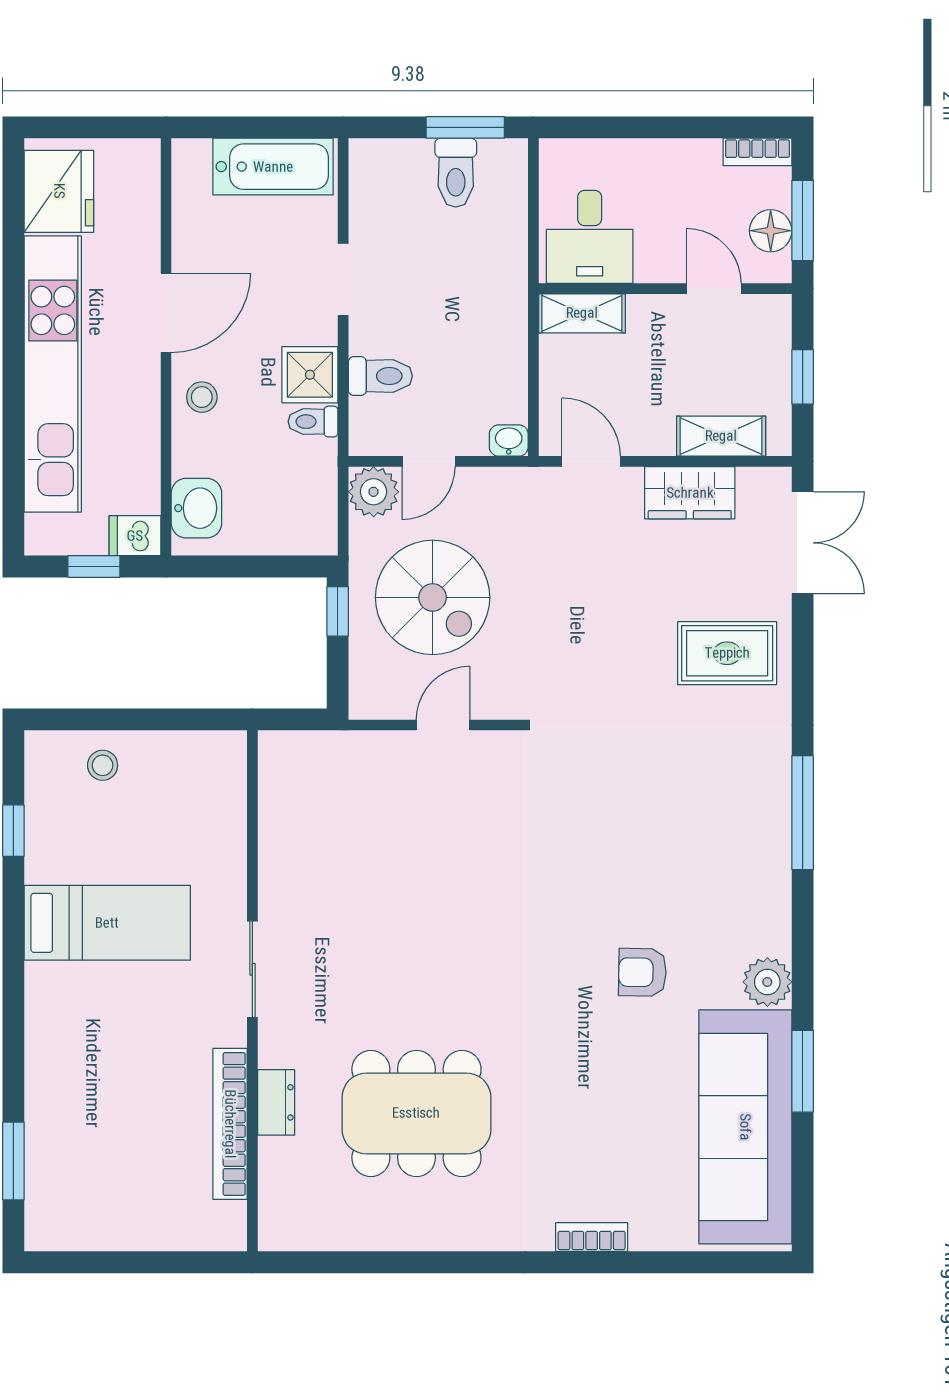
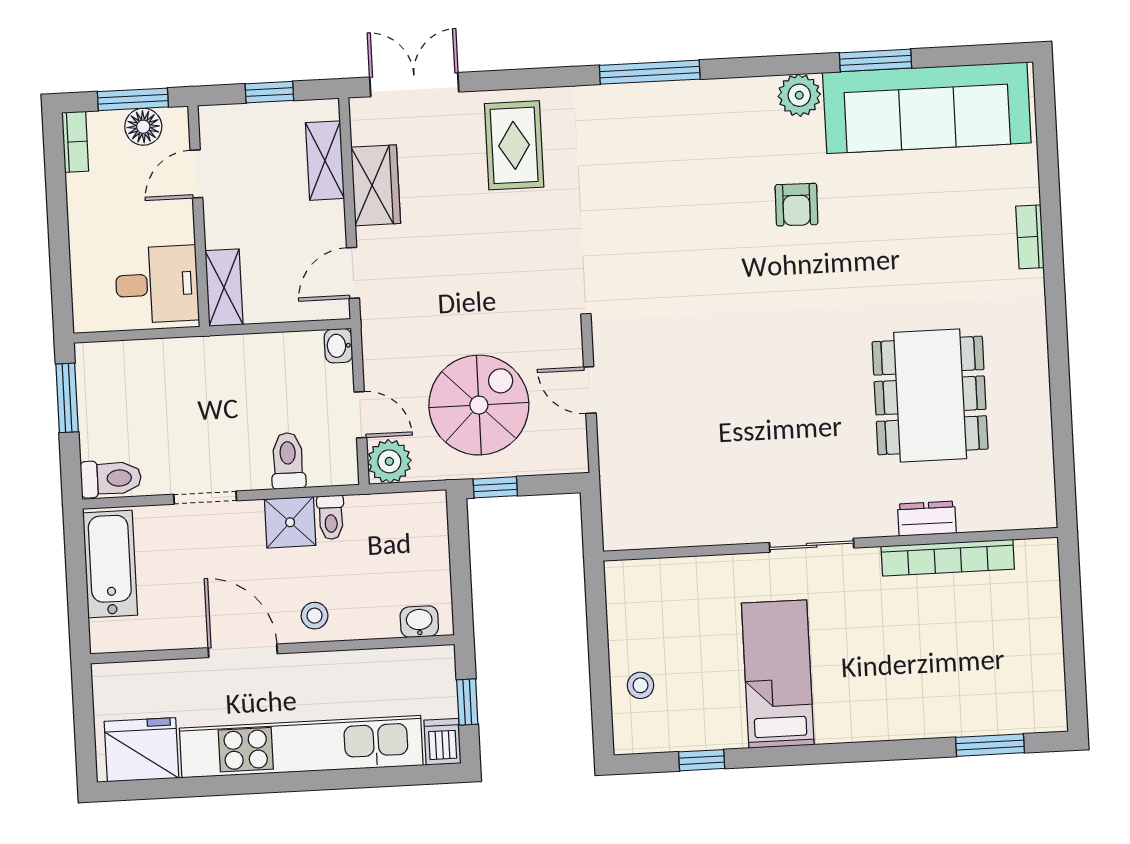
toilet: (456, 173) -> (111, 478), moved
washbasin: (196, 508) -> (419, 622), width x0.72, depth x0.69
dishwasher: (135, 536) -> (442, 742), moved, turned 180

